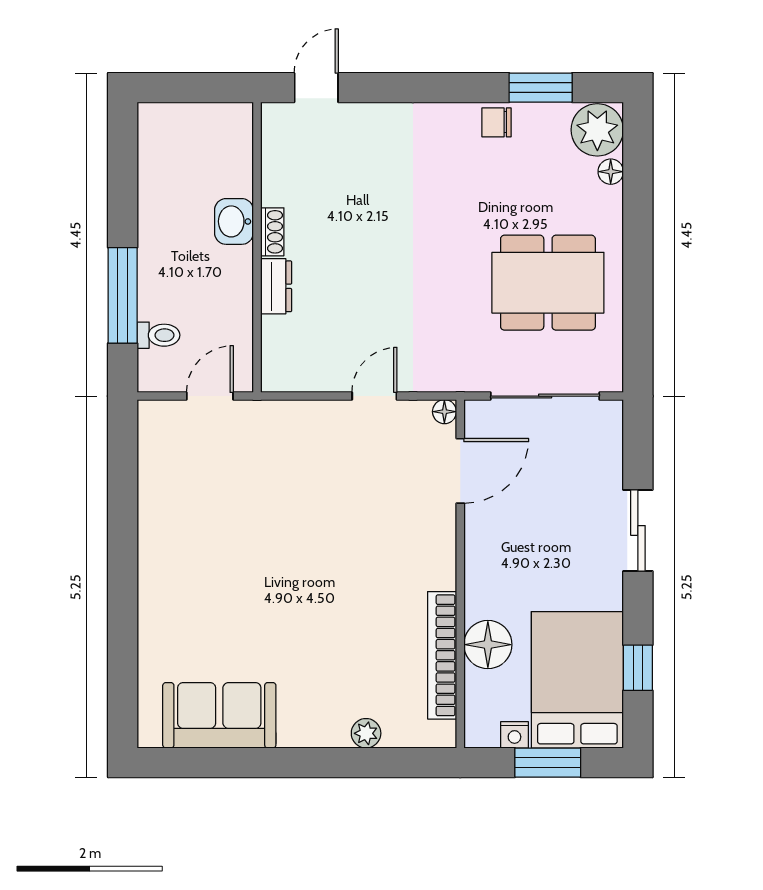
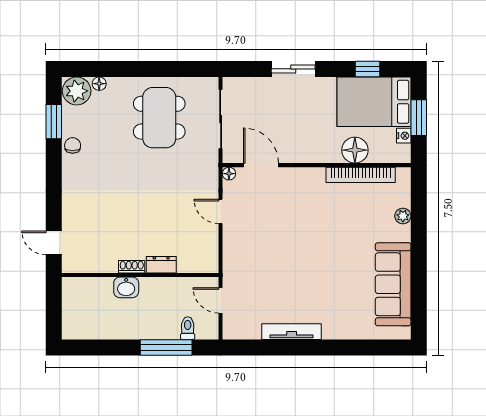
chair: (497, 122) -> (73, 145), turned 180
tv unit: (152, 527) -> (292, 332), added
sofa: (219, 715) -> (393, 284), width x1.36

